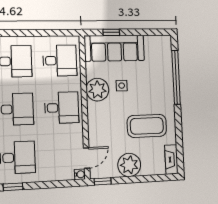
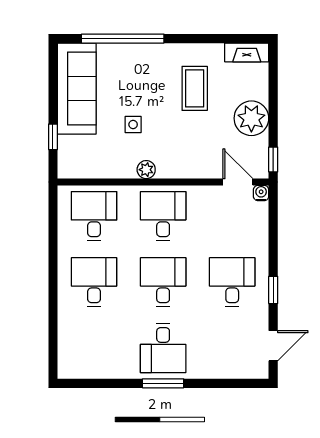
sofa: (114, 48) -> (77, 89), moved
plant: (97, 90) -> (146, 170), width x0.53, depth x0.53
coffee table: (147, 126) -> (195, 88), width x0.73, depth x0.76

